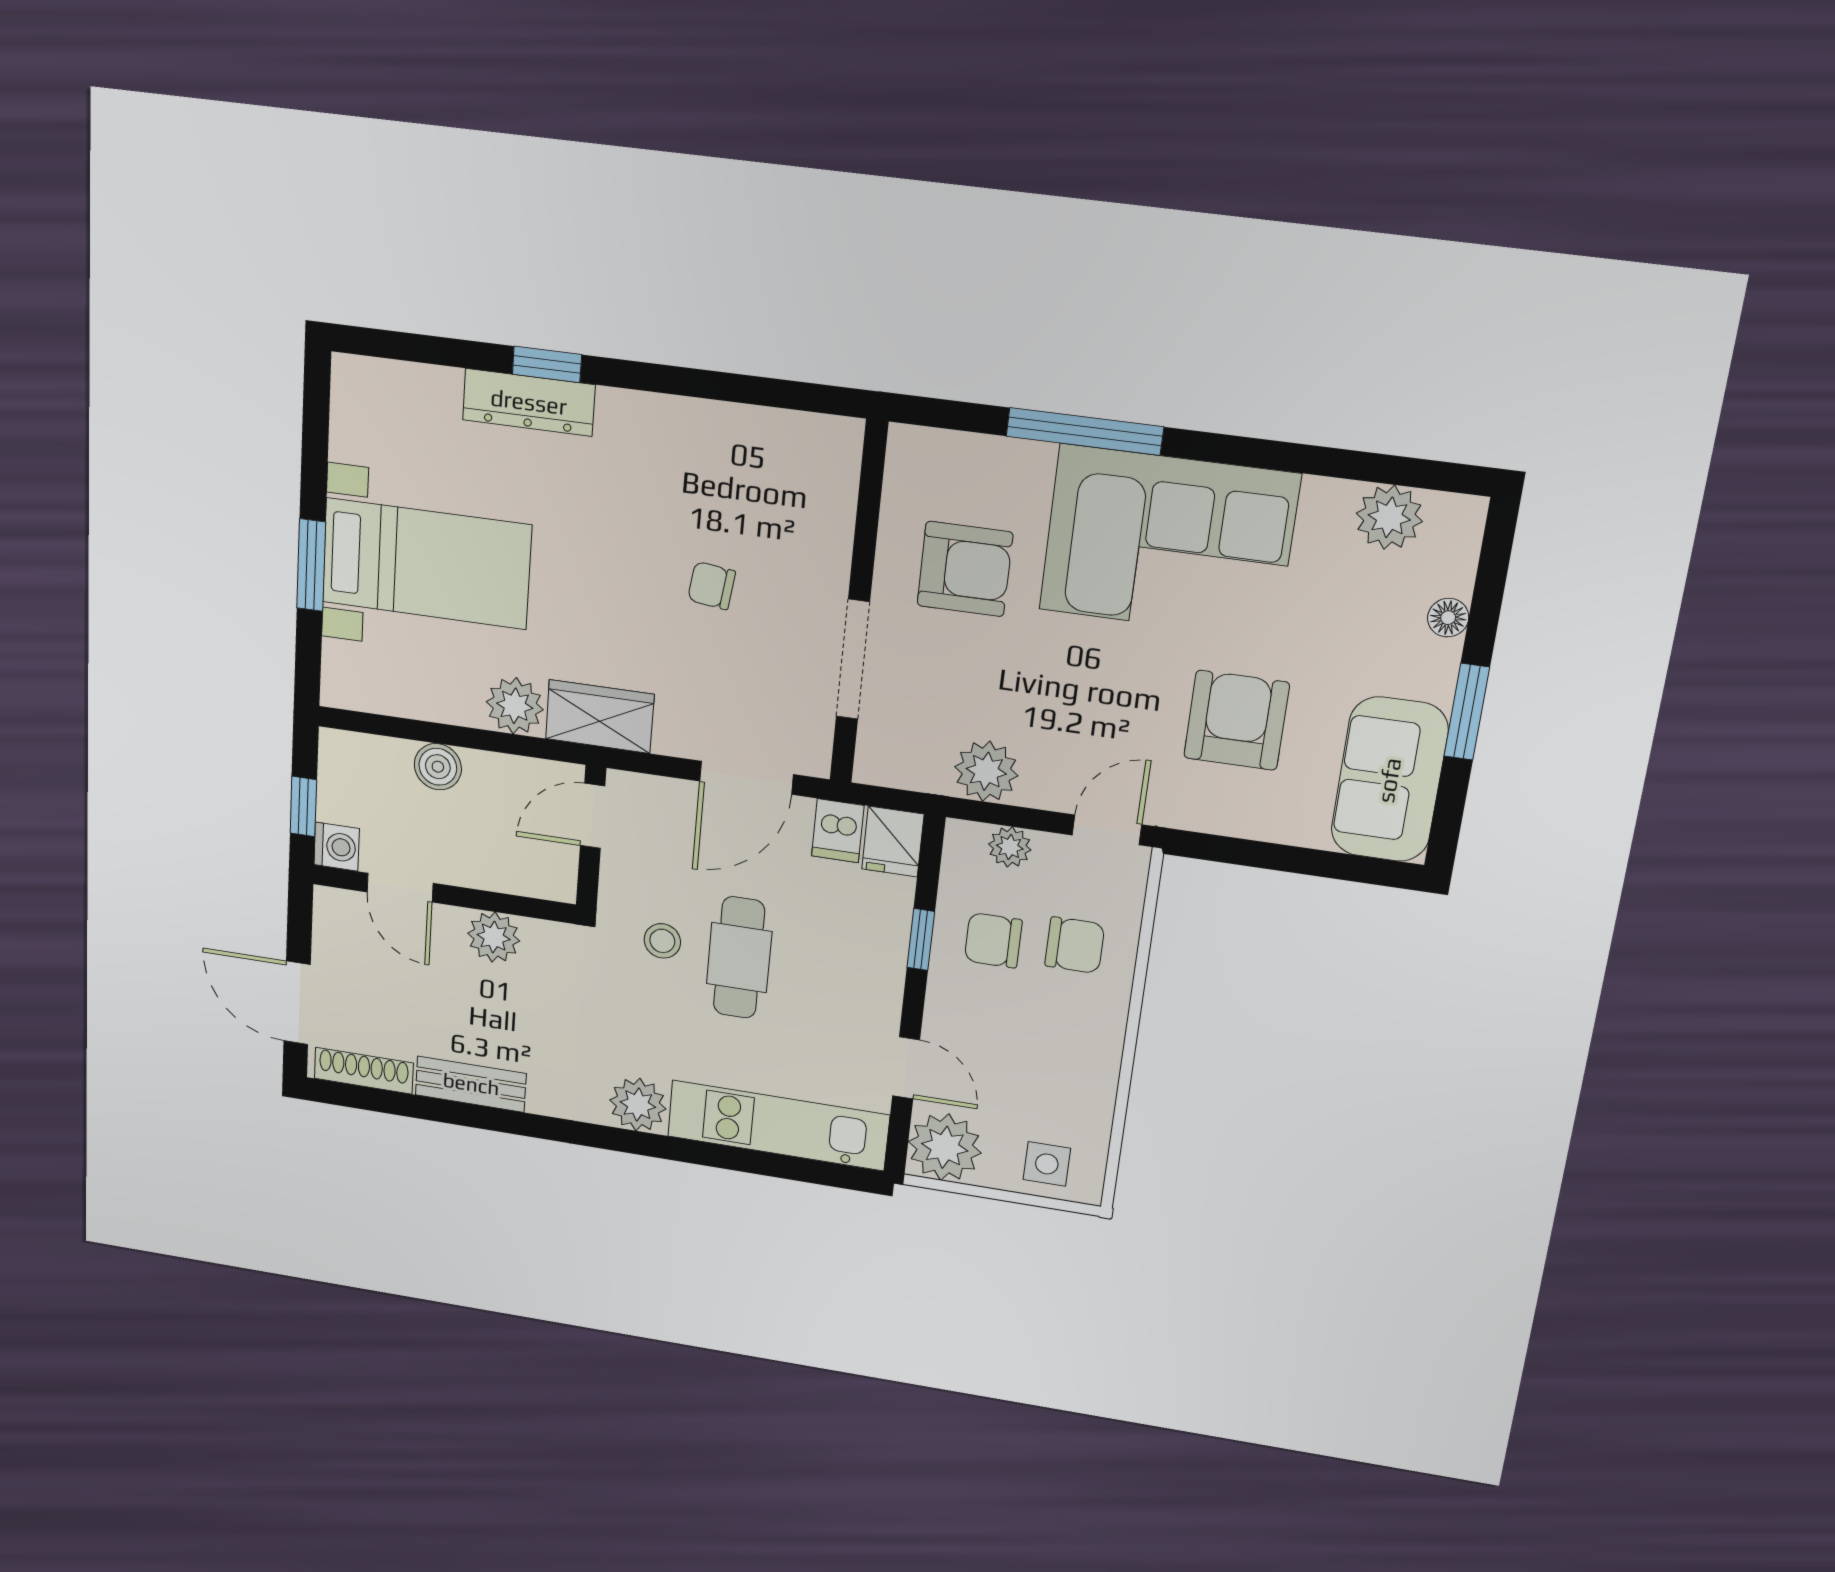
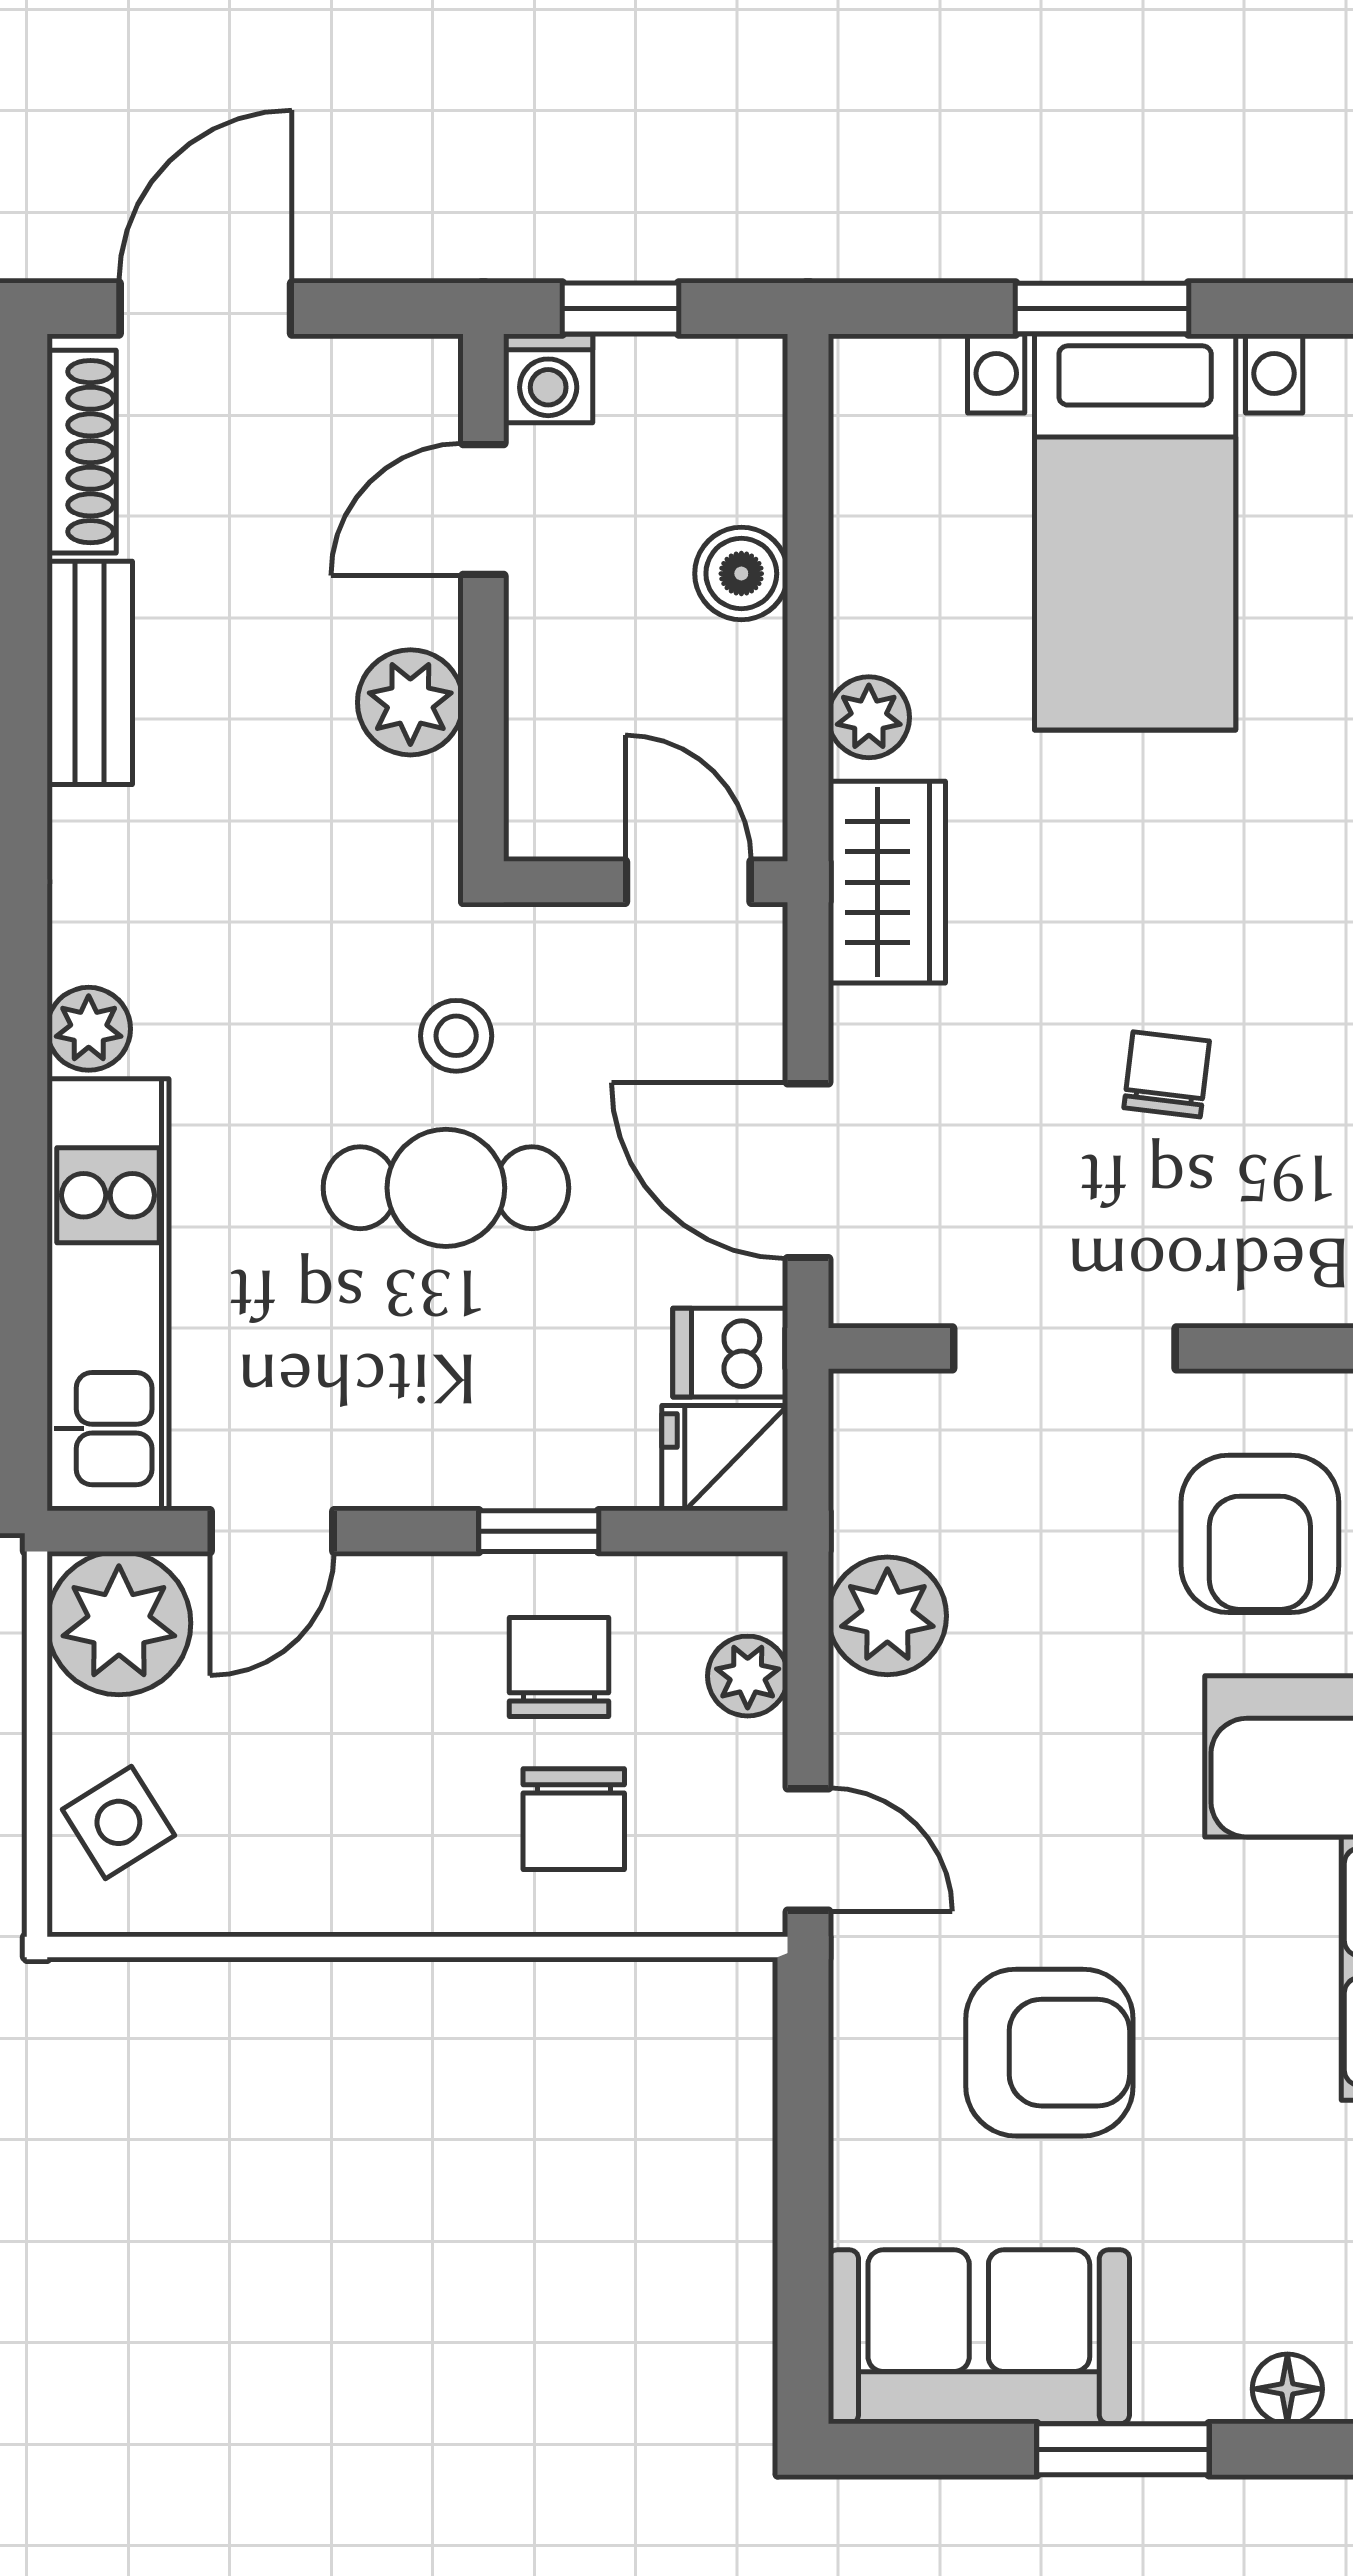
plant: (515, 706) -> (869, 717), width x0.73, depth x0.73
plant: (638, 1105) -> (89, 1029), width x0.73, depth x0.73
side table: (1047, 1164) -> (118, 1822), turned -32

